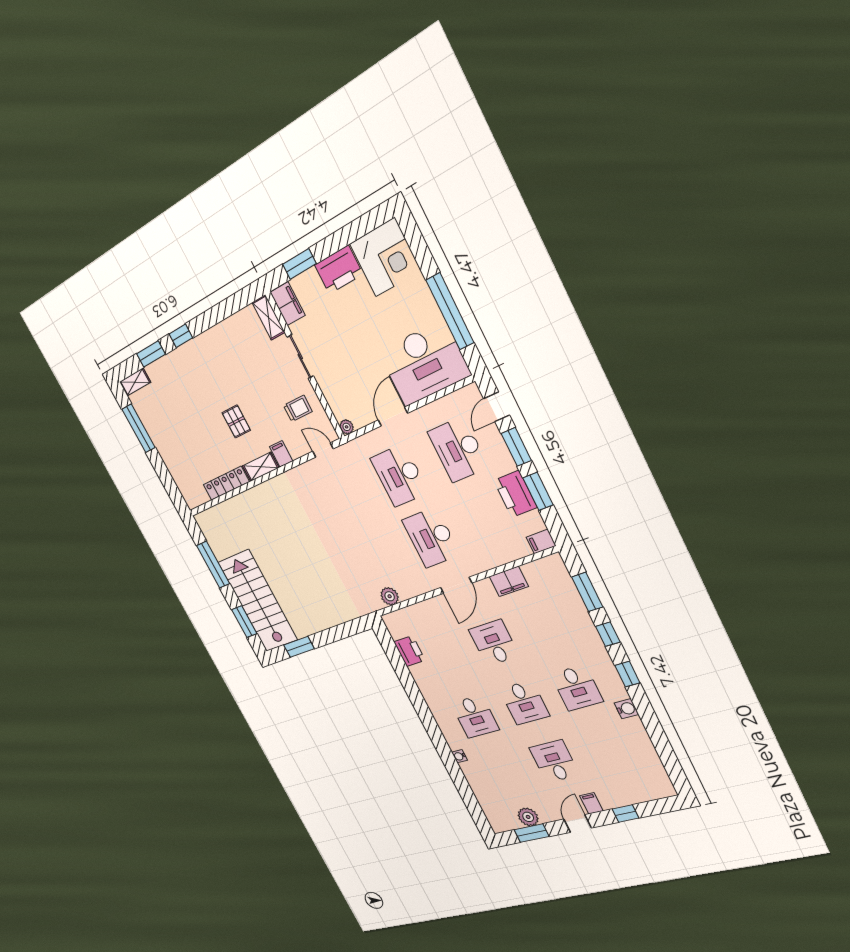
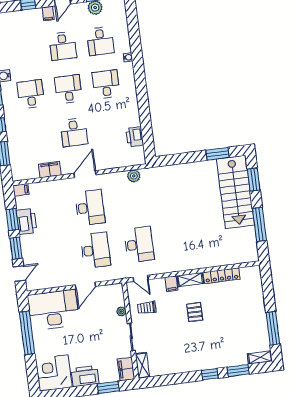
plant: (347, 427) -> (121, 311), moved
desk: (458, 450) -> (139, 244), moved
desk: (504, 773) -> (100, 41), added

